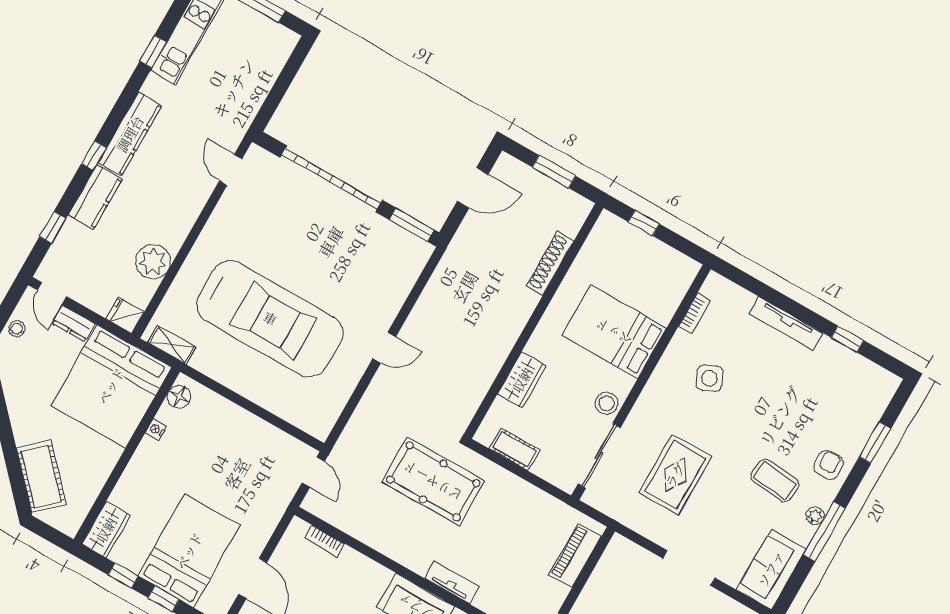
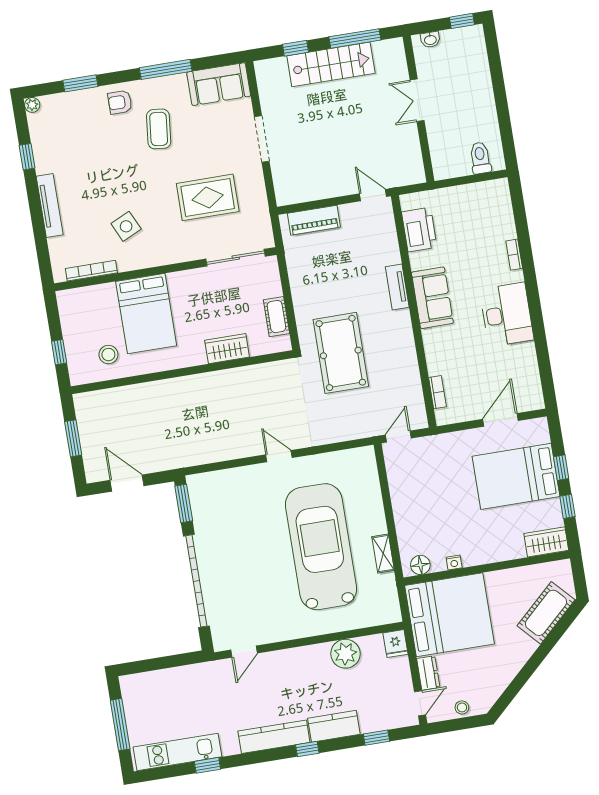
shoe rack: (550, 263) -> (135, 392), removed
bookcase: (695, 313) -> (91, 271), width x1.56
shelving: (172, 345) -> (383, 554), moved
stool: (606, 403) -> (108, 355), moved
plant: (815, 516) -> (32, 105), moved

